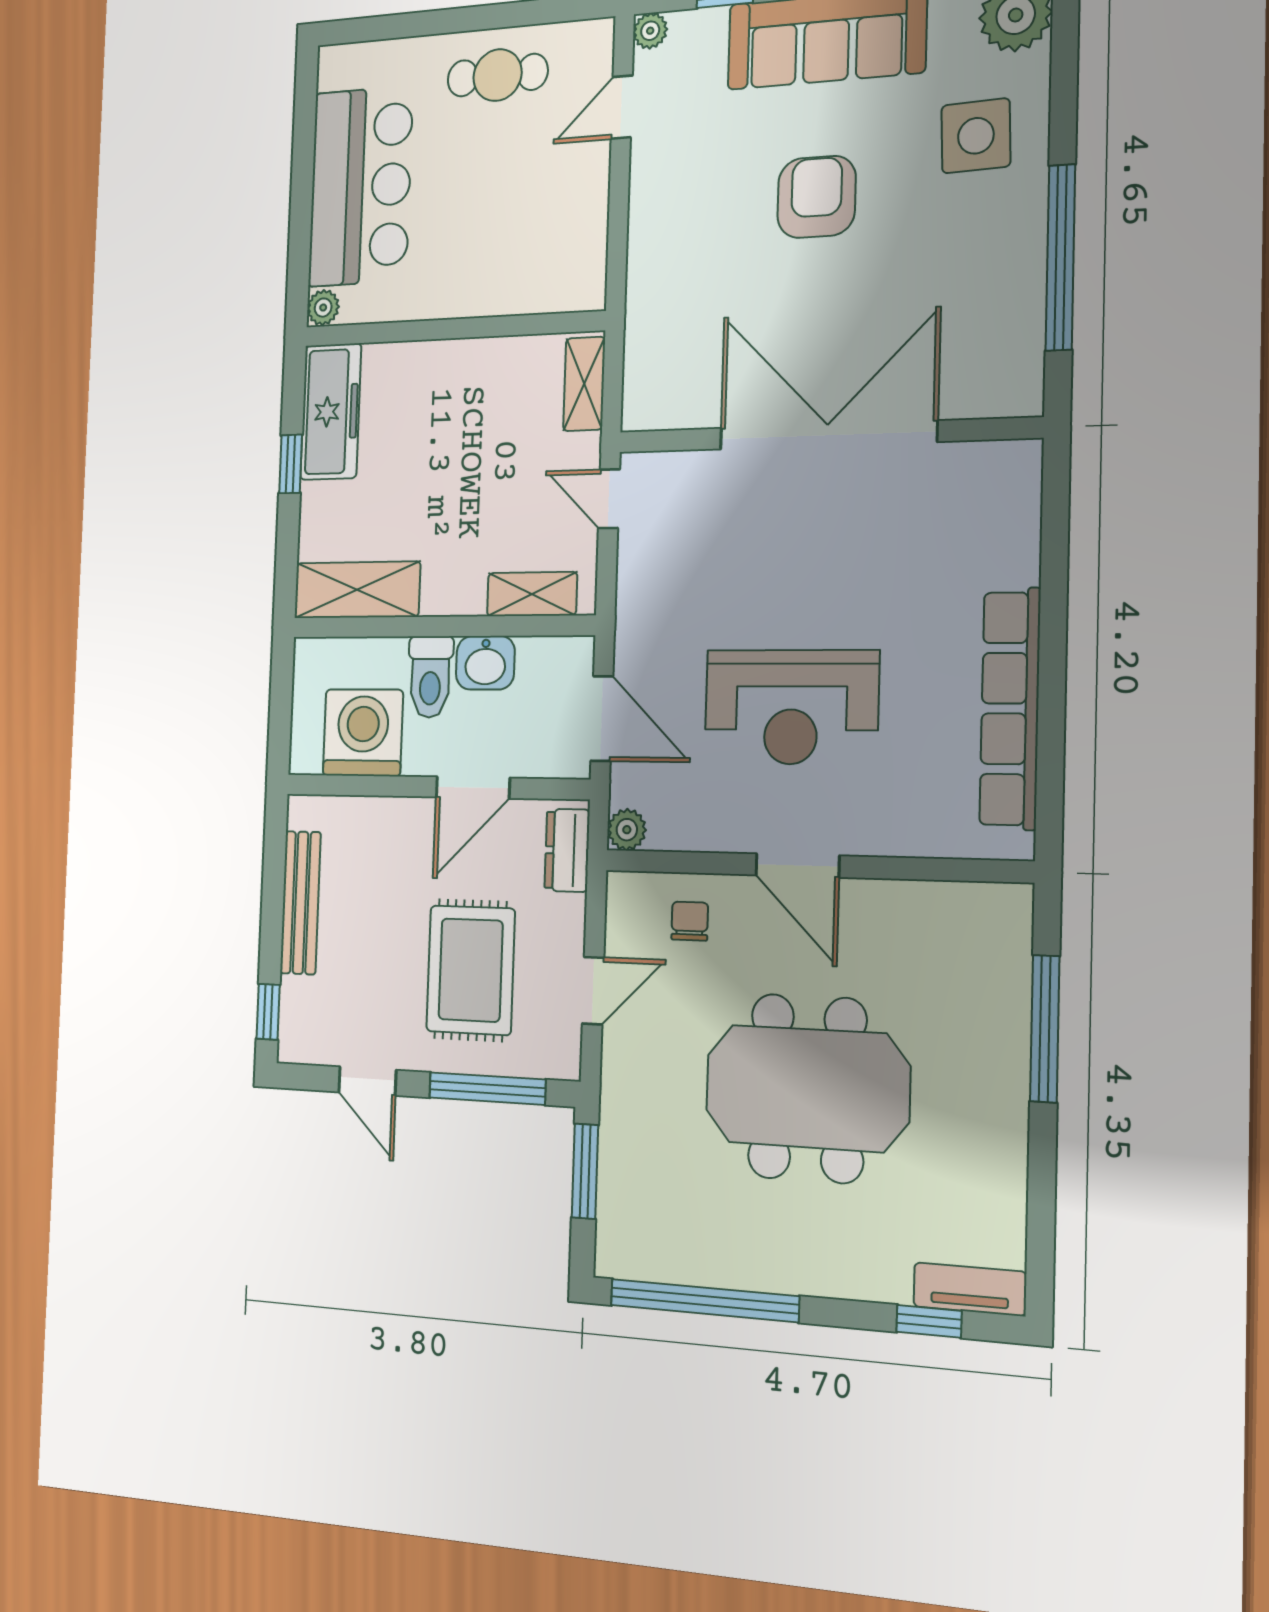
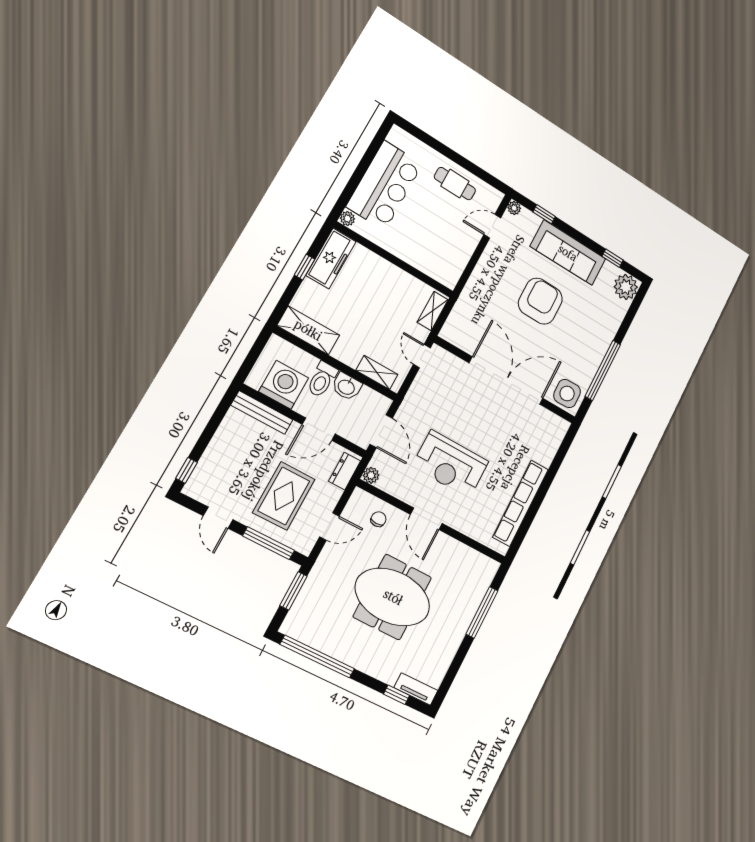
side table: (976, 136) -> (567, 394), moved
armchair: (817, 197) -> (540, 301), width x1.36, depth x1.36
bench: (301, 903) -> (262, 413), moved, turned 90

